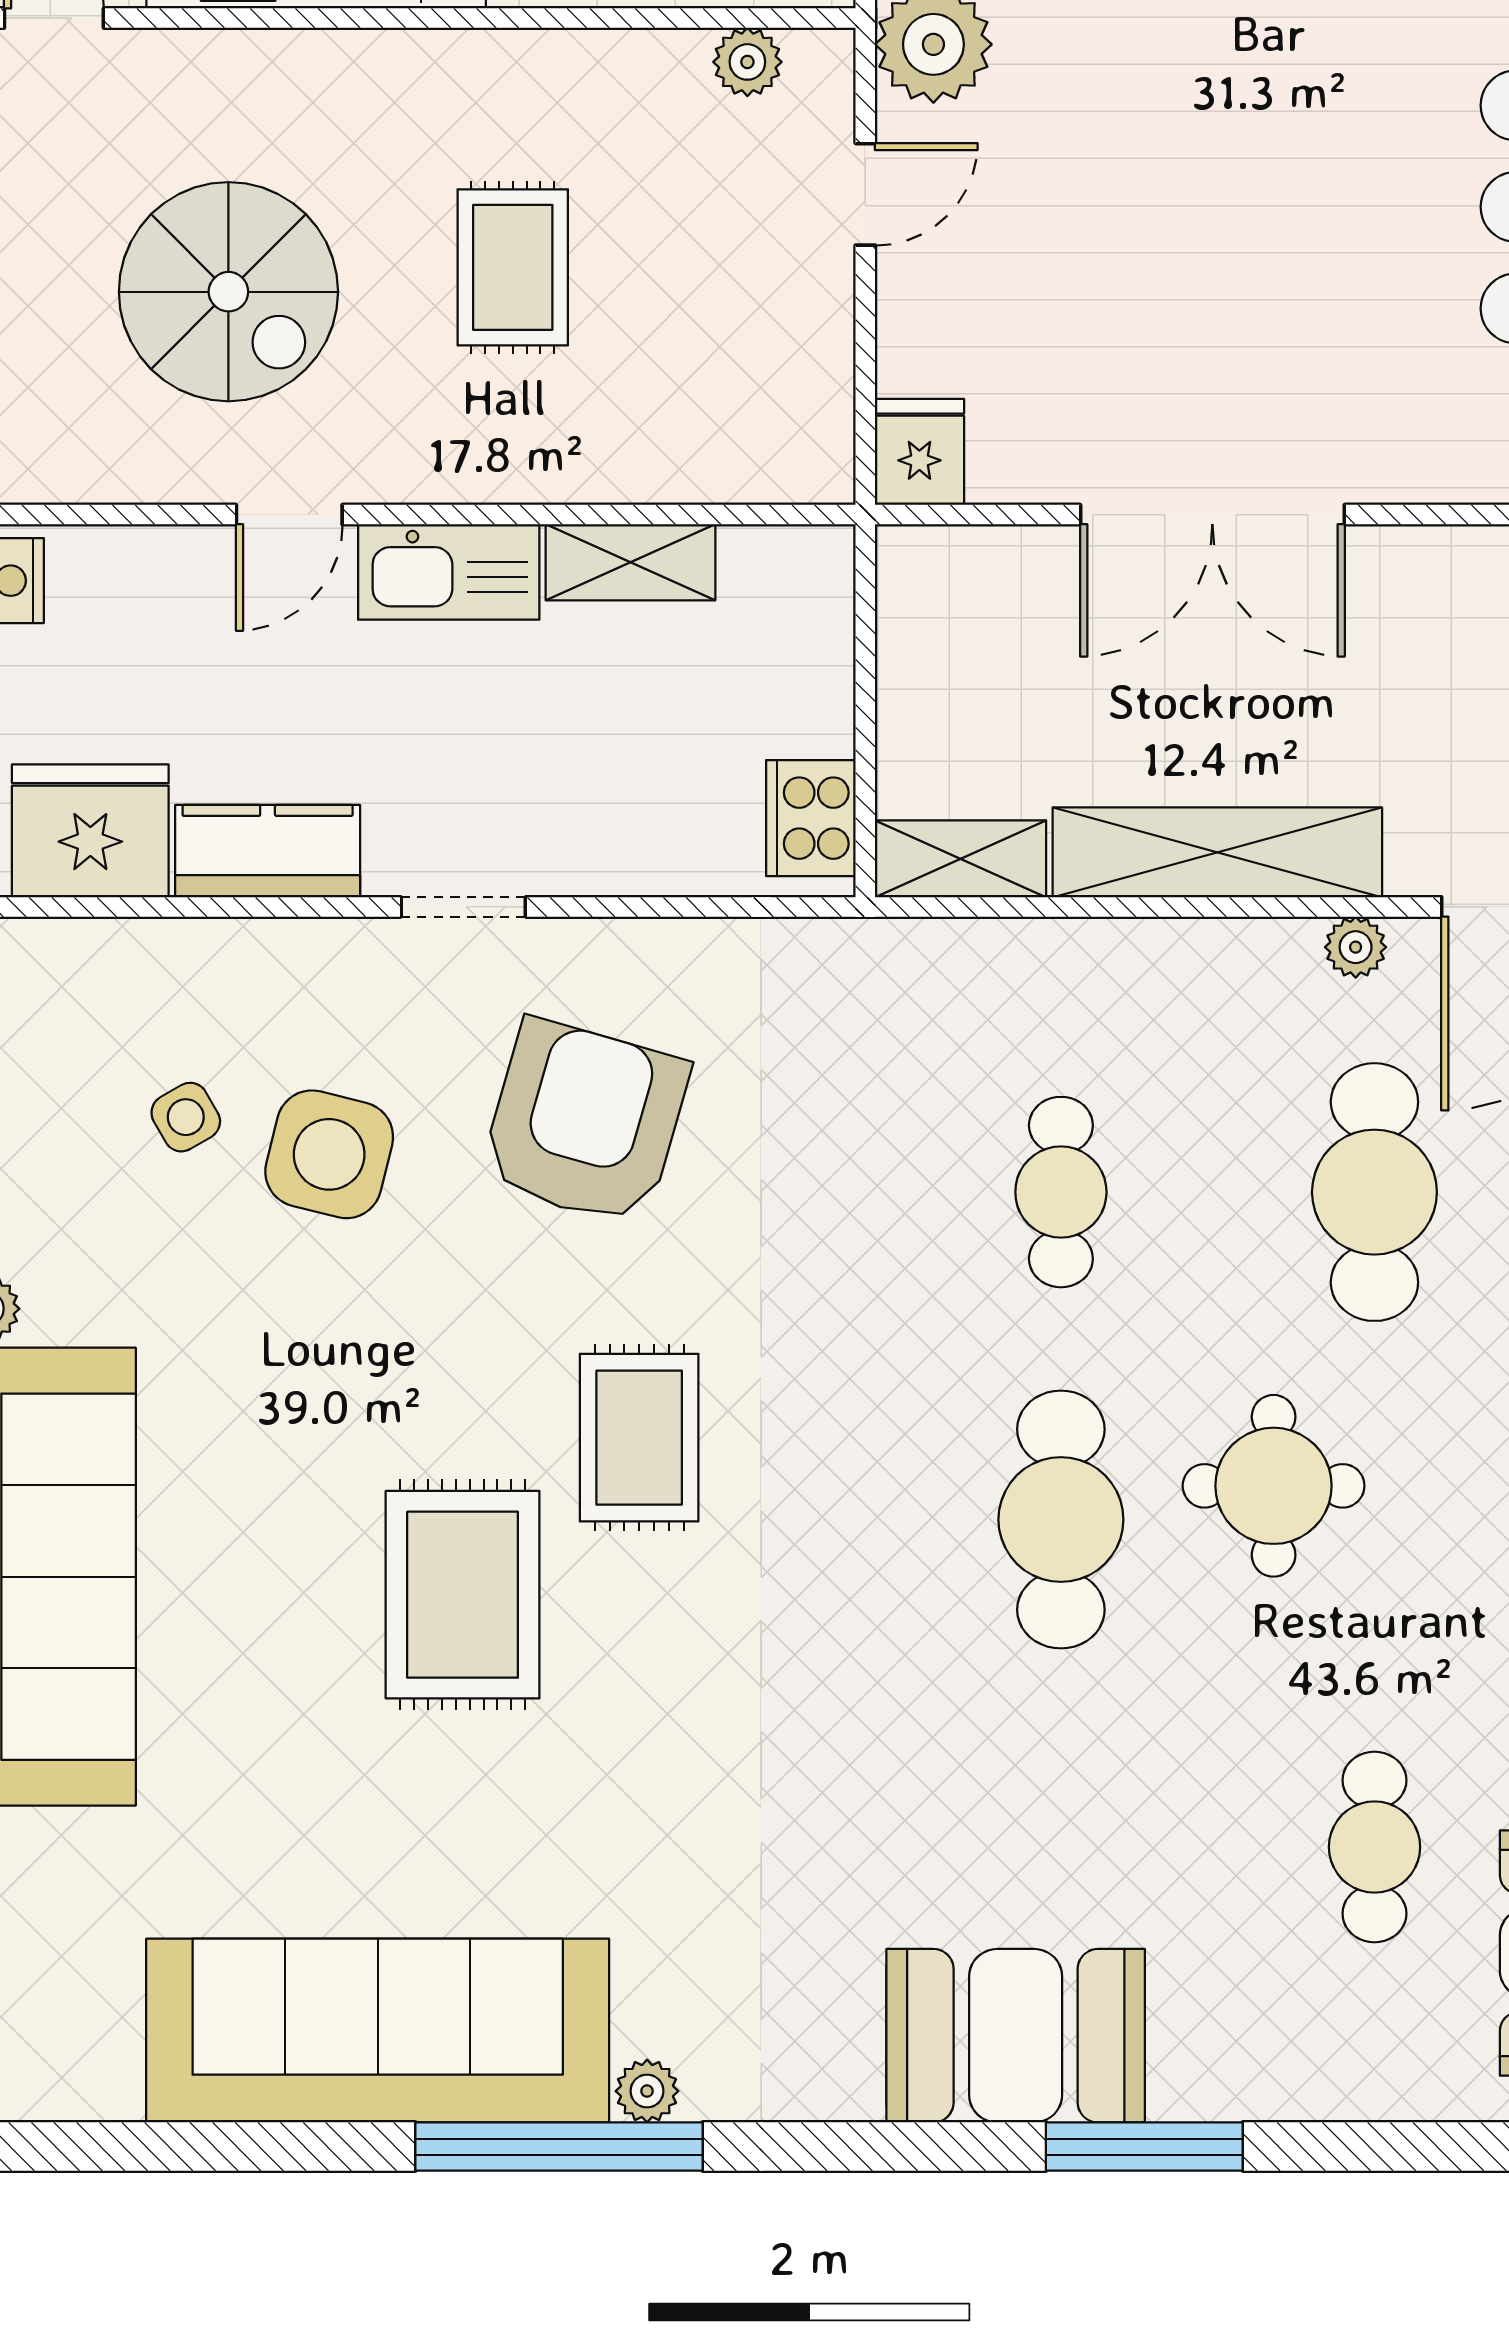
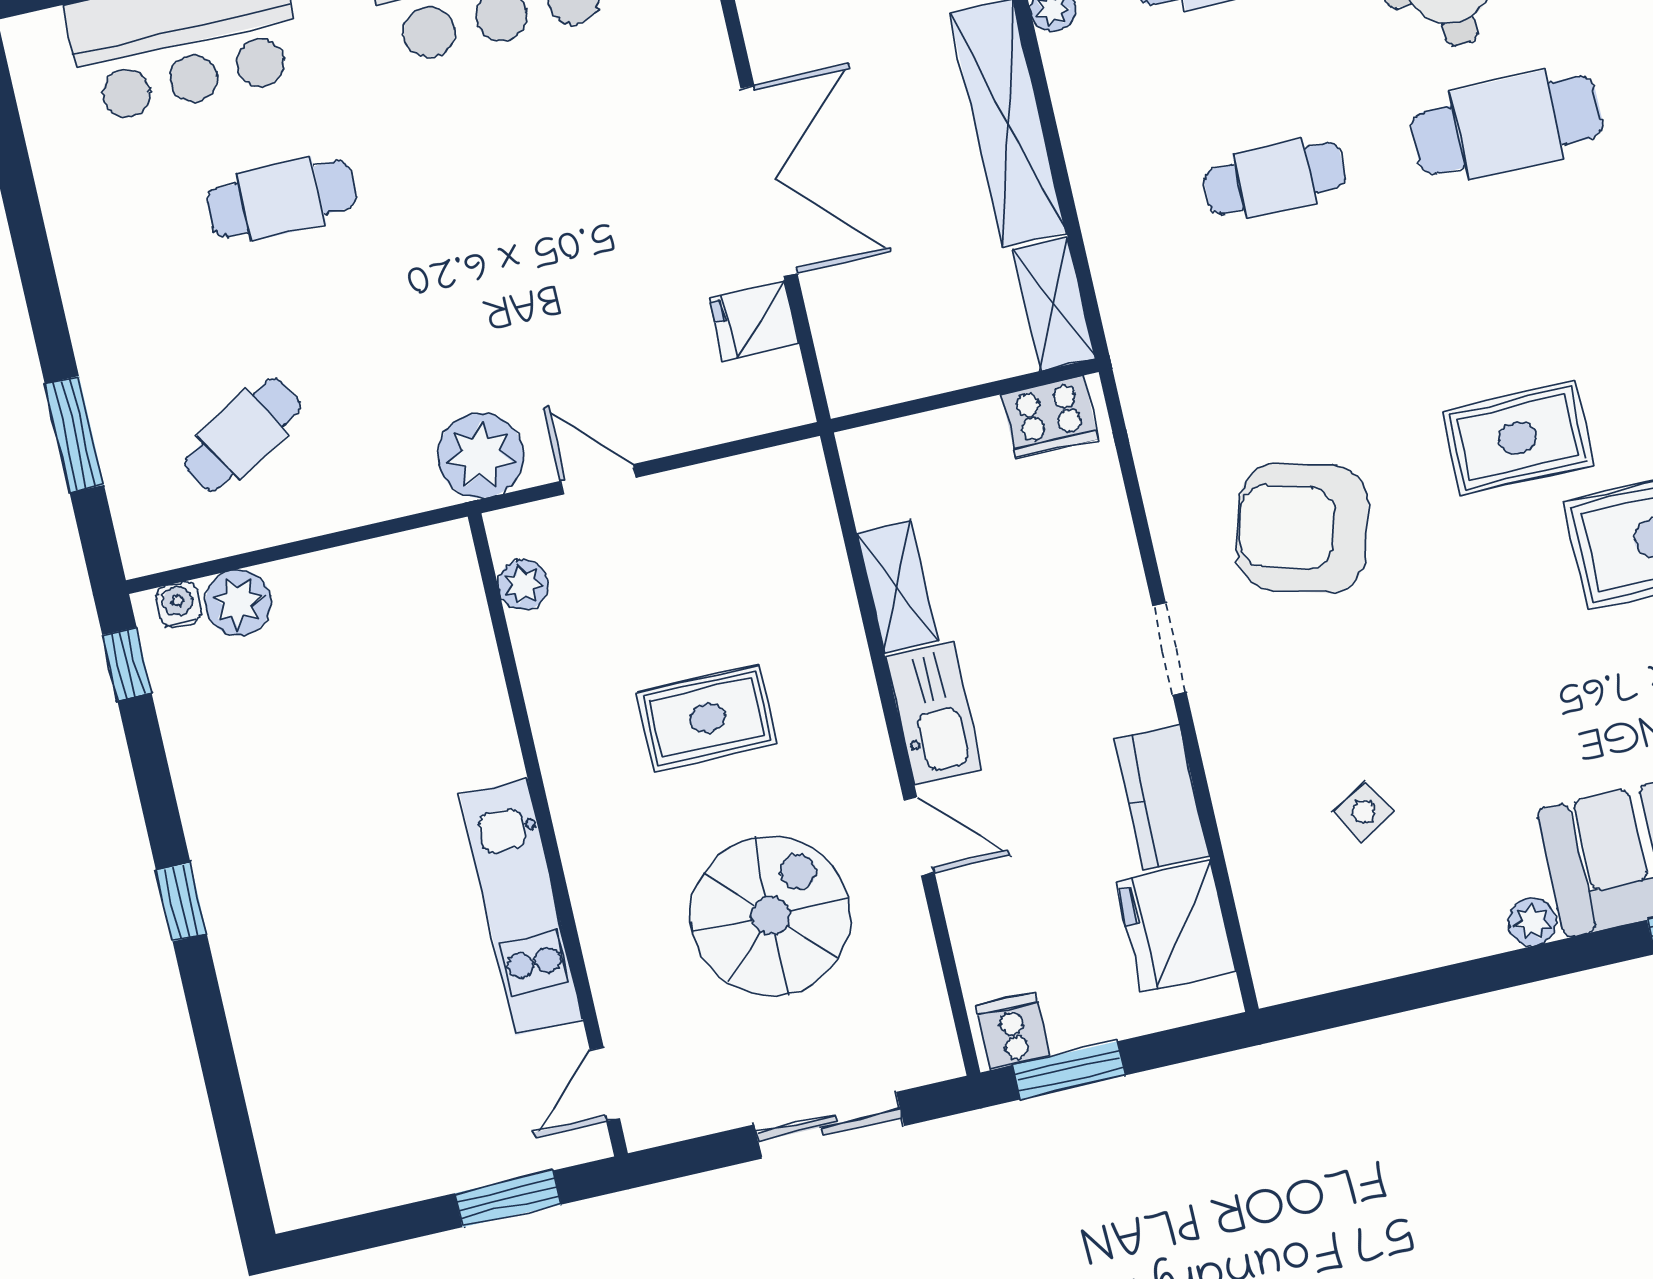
fridge: (919, 452) -> (754, 321), moved
side table: (329, 1154) -> (1367, 704), removed

